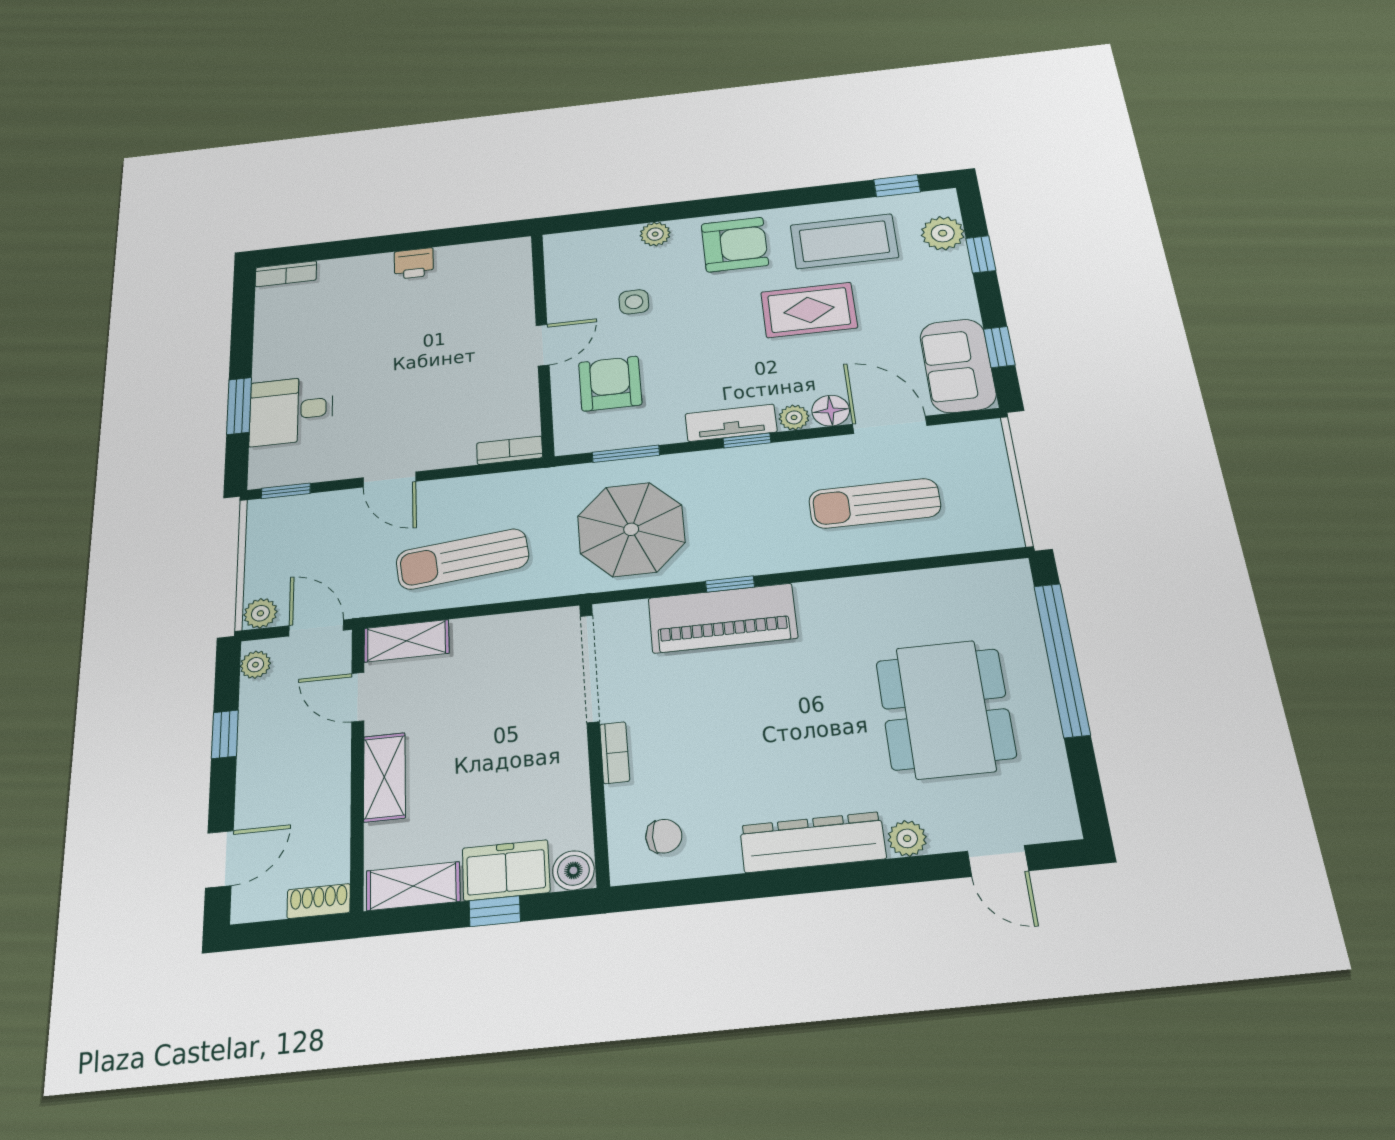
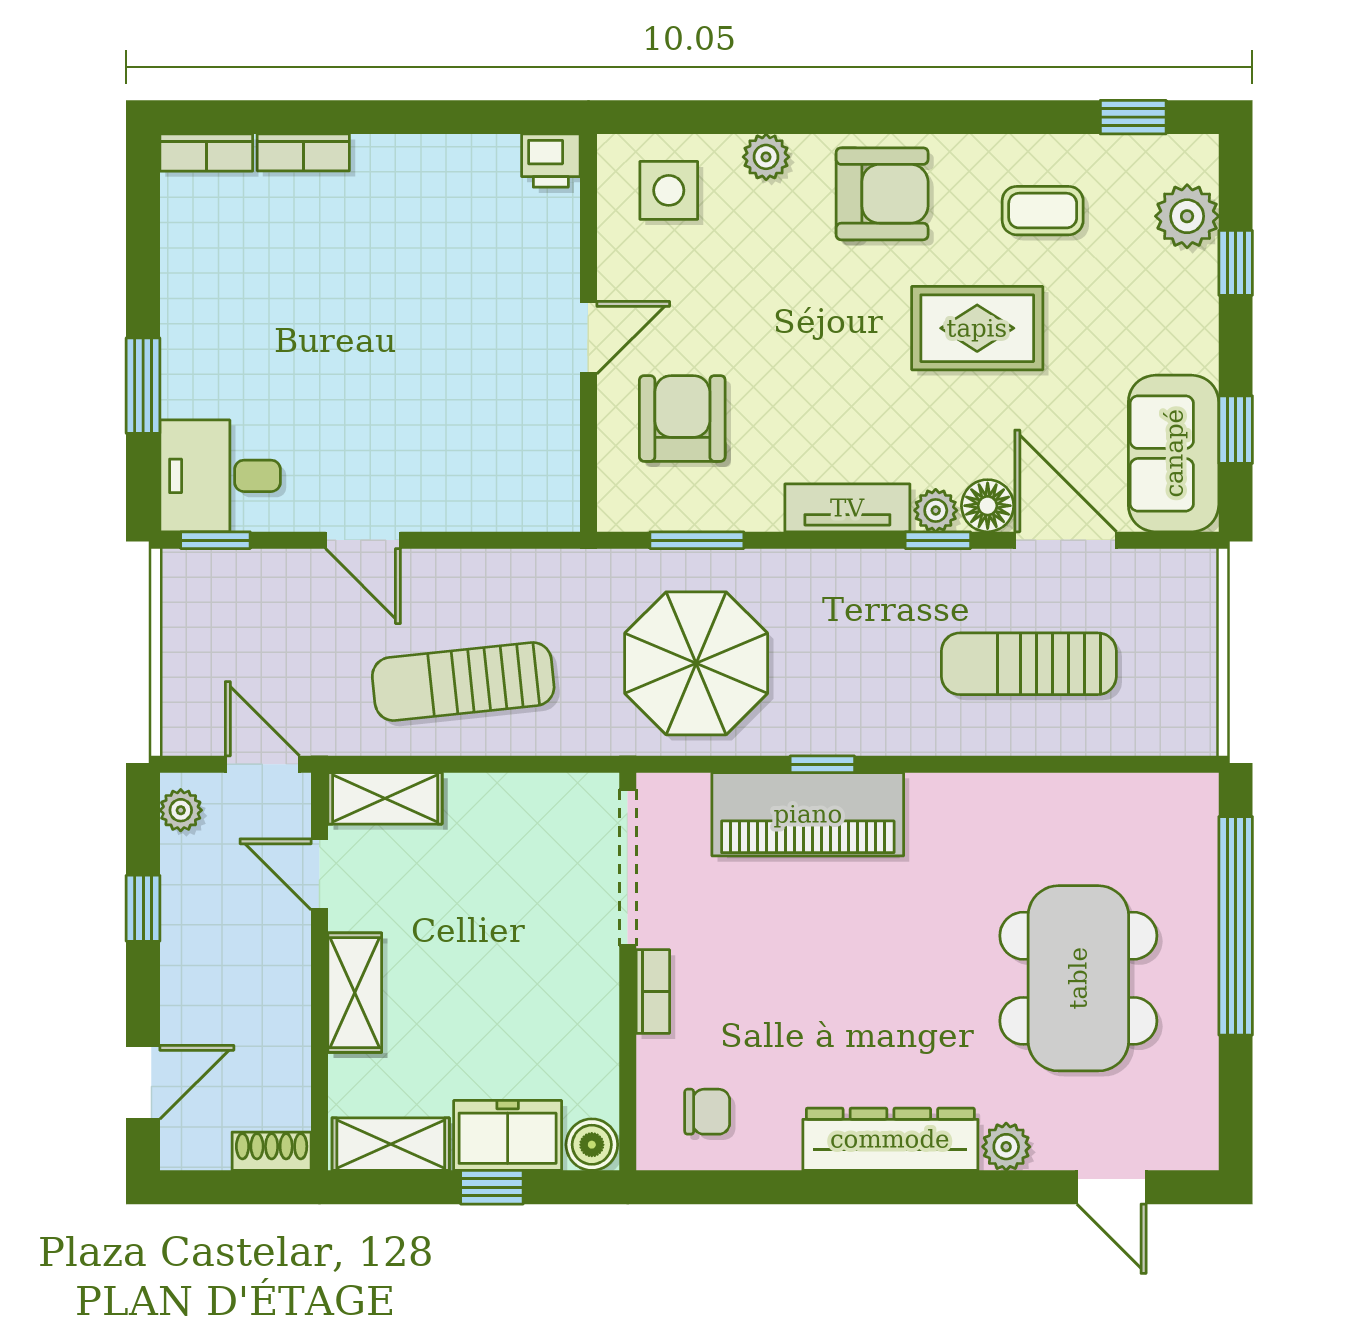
coffee table: (844, 241) -> (1043, 211), width x0.54, depth x0.58
printer: (414, 263) -> (551, 161), moved
side table: (634, 302) -> (669, 190), moved, width x1.37, depth x1.37
desk: (291, 410) -> (220, 476), moved
window: (747, 441) -> (938, 540), moved
bookcase: (510, 450) -> (303, 152), moved, turned 180
plant: (260, 613) -> (185, 733), removed

